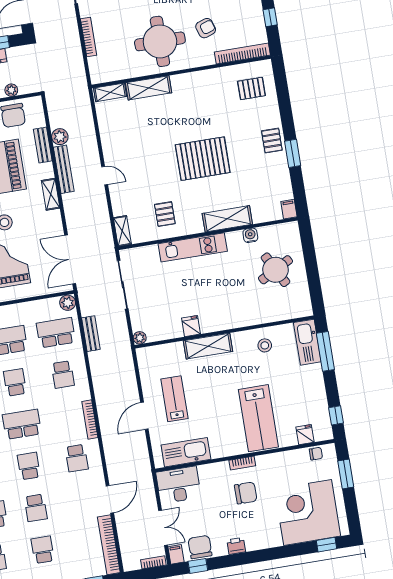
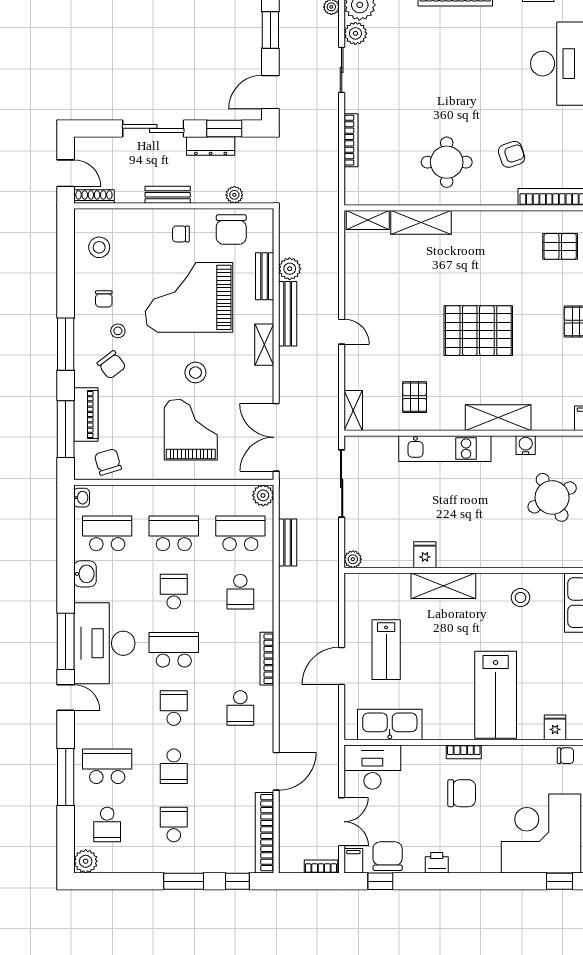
round table: (160, 41) -> (447, 162), width x0.73, depth x0.73
lab bench: (174, 399) -> (386, 650), turned 180

